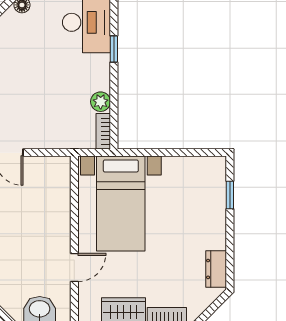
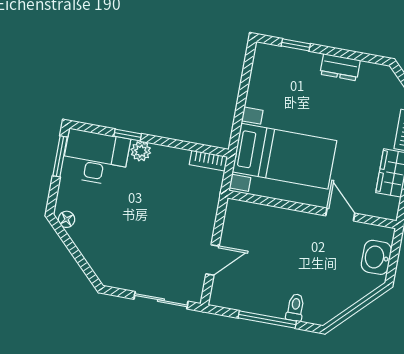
plant: (101, 102) -> (141, 151), moved
dresser: (216, 269) -> (340, 67), moved

